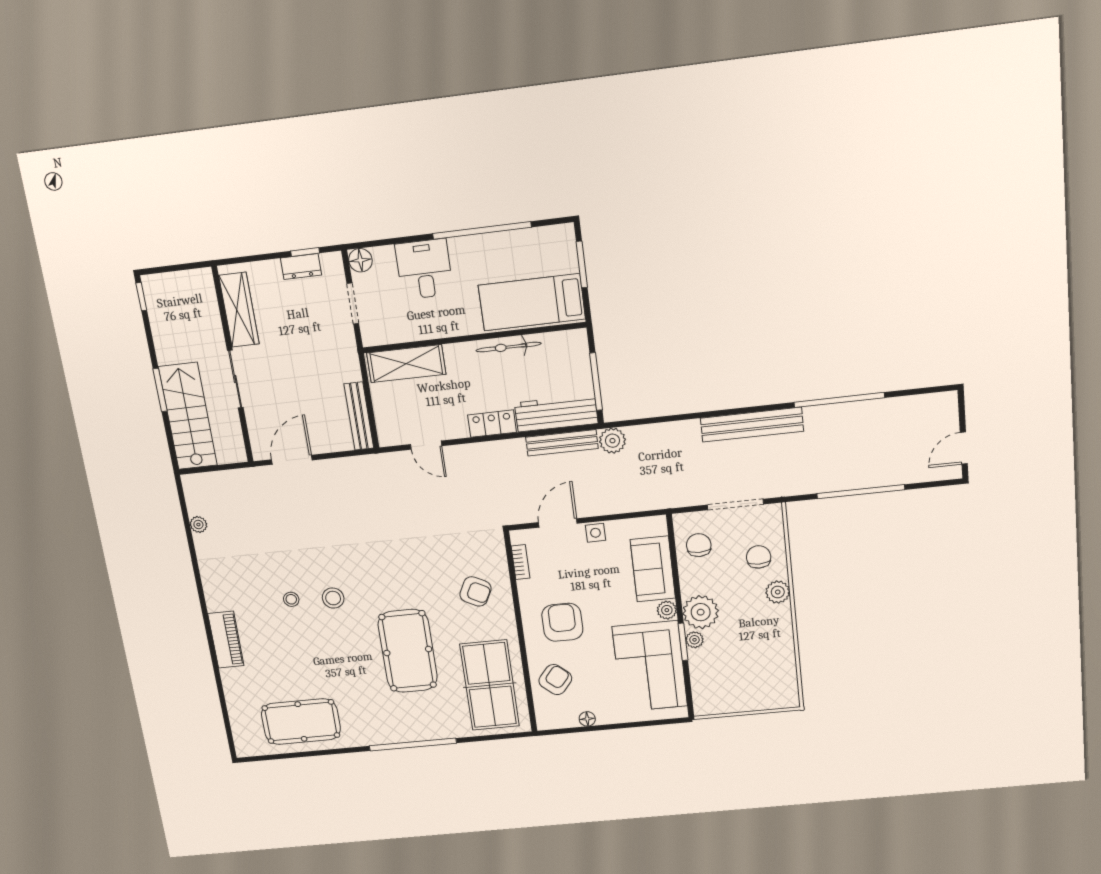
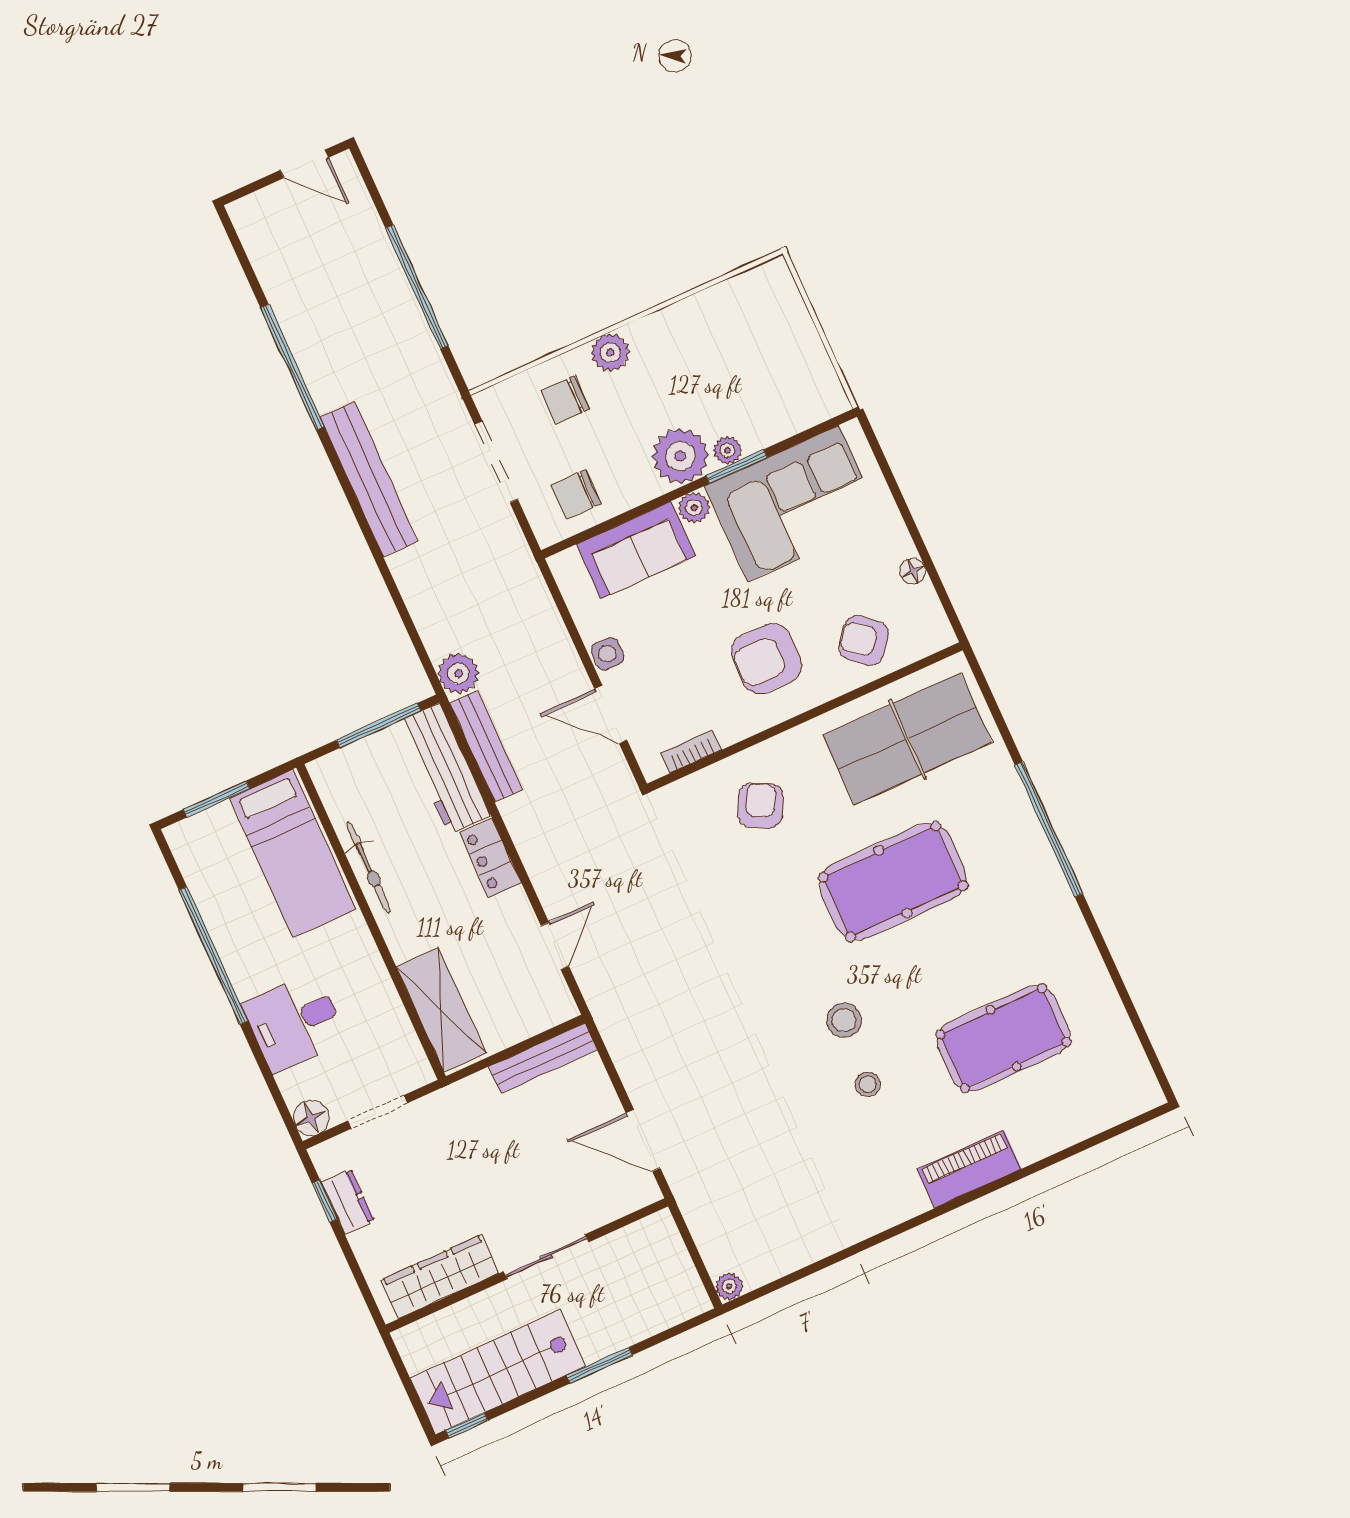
stairs: (188, 416) -> (498, 1372), moved
plant: (198, 525) -> (729, 1286), moved
pool table: (301, 722) -> (1003, 1038), moved, turned 90

